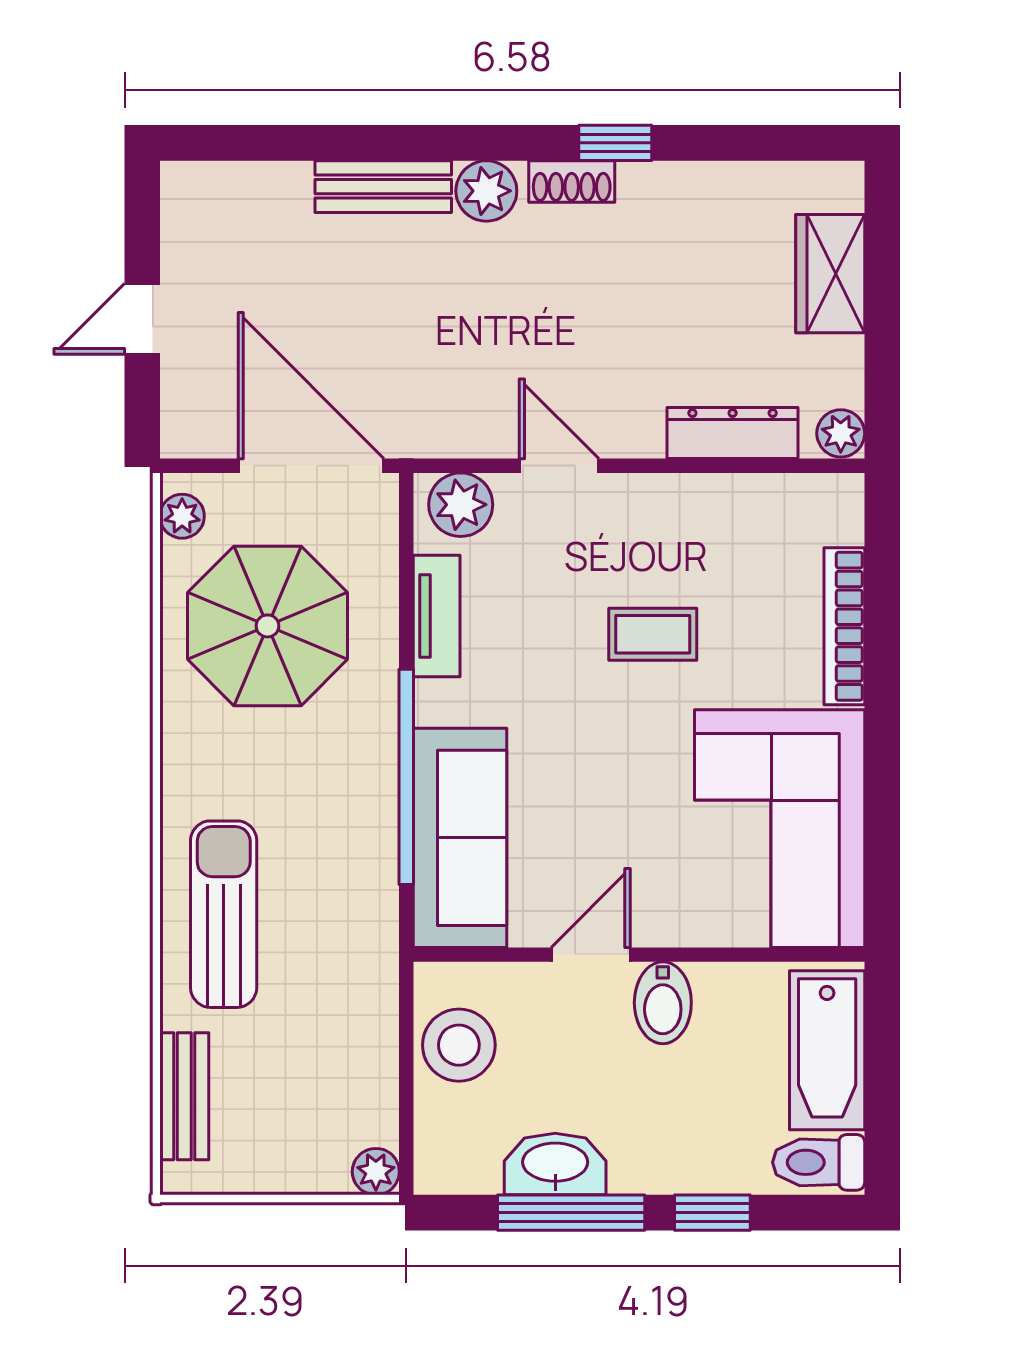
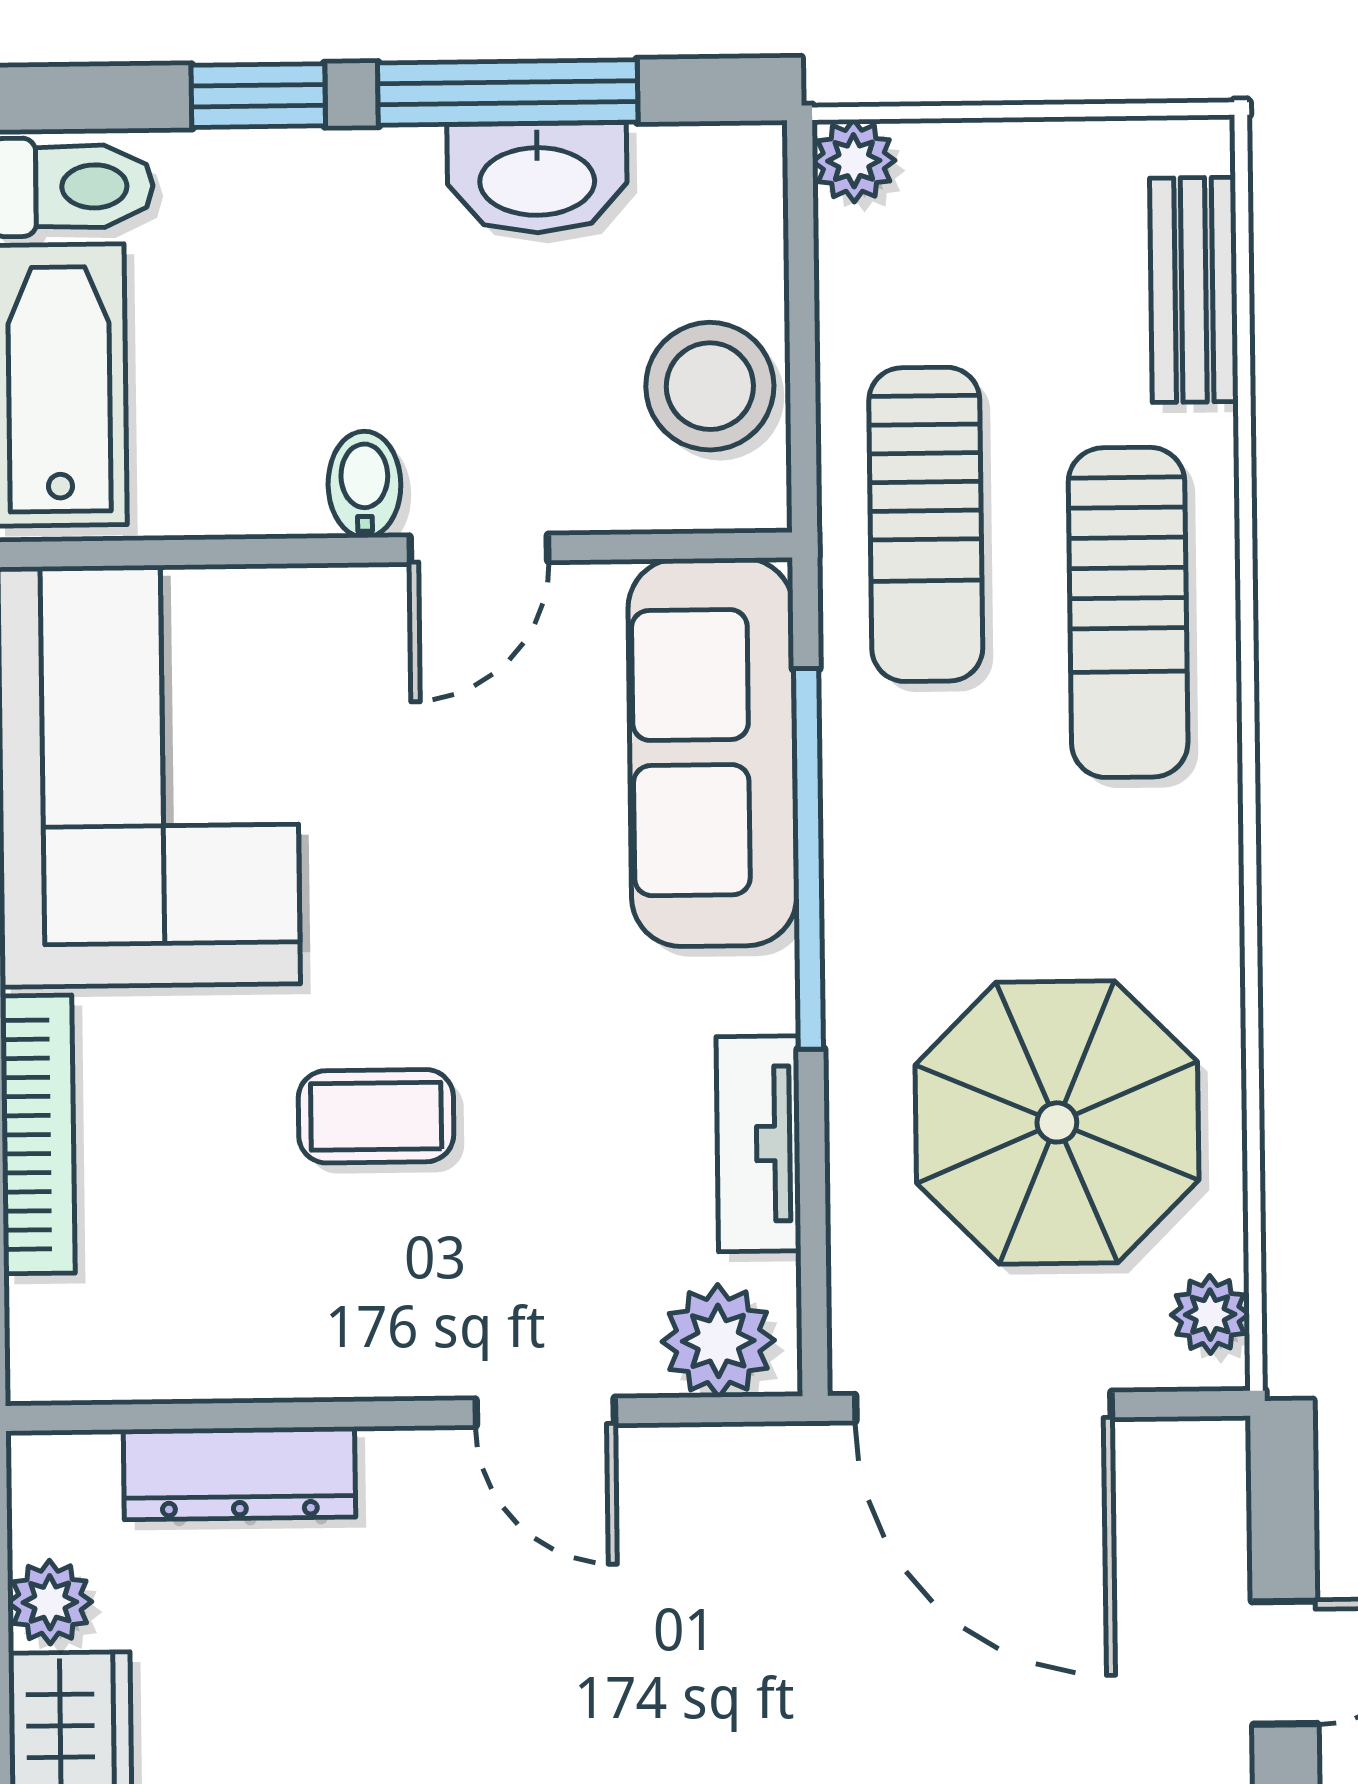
plant: (841, 433) -> (50, 1602), moved
sun lounger: (338, 965) -> (926, 524), added
bidet: (663, 1003) -> (364, 484), width x0.72, depth x0.74

